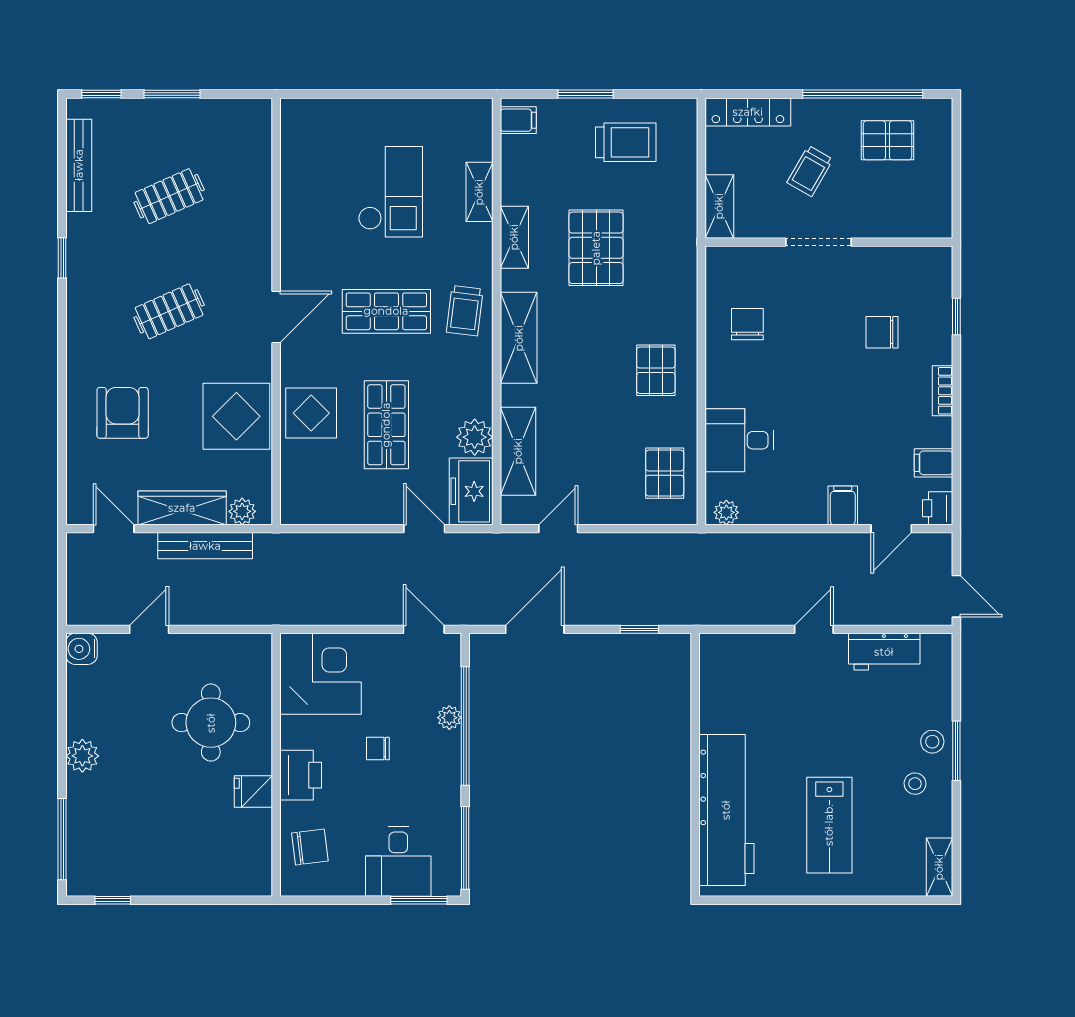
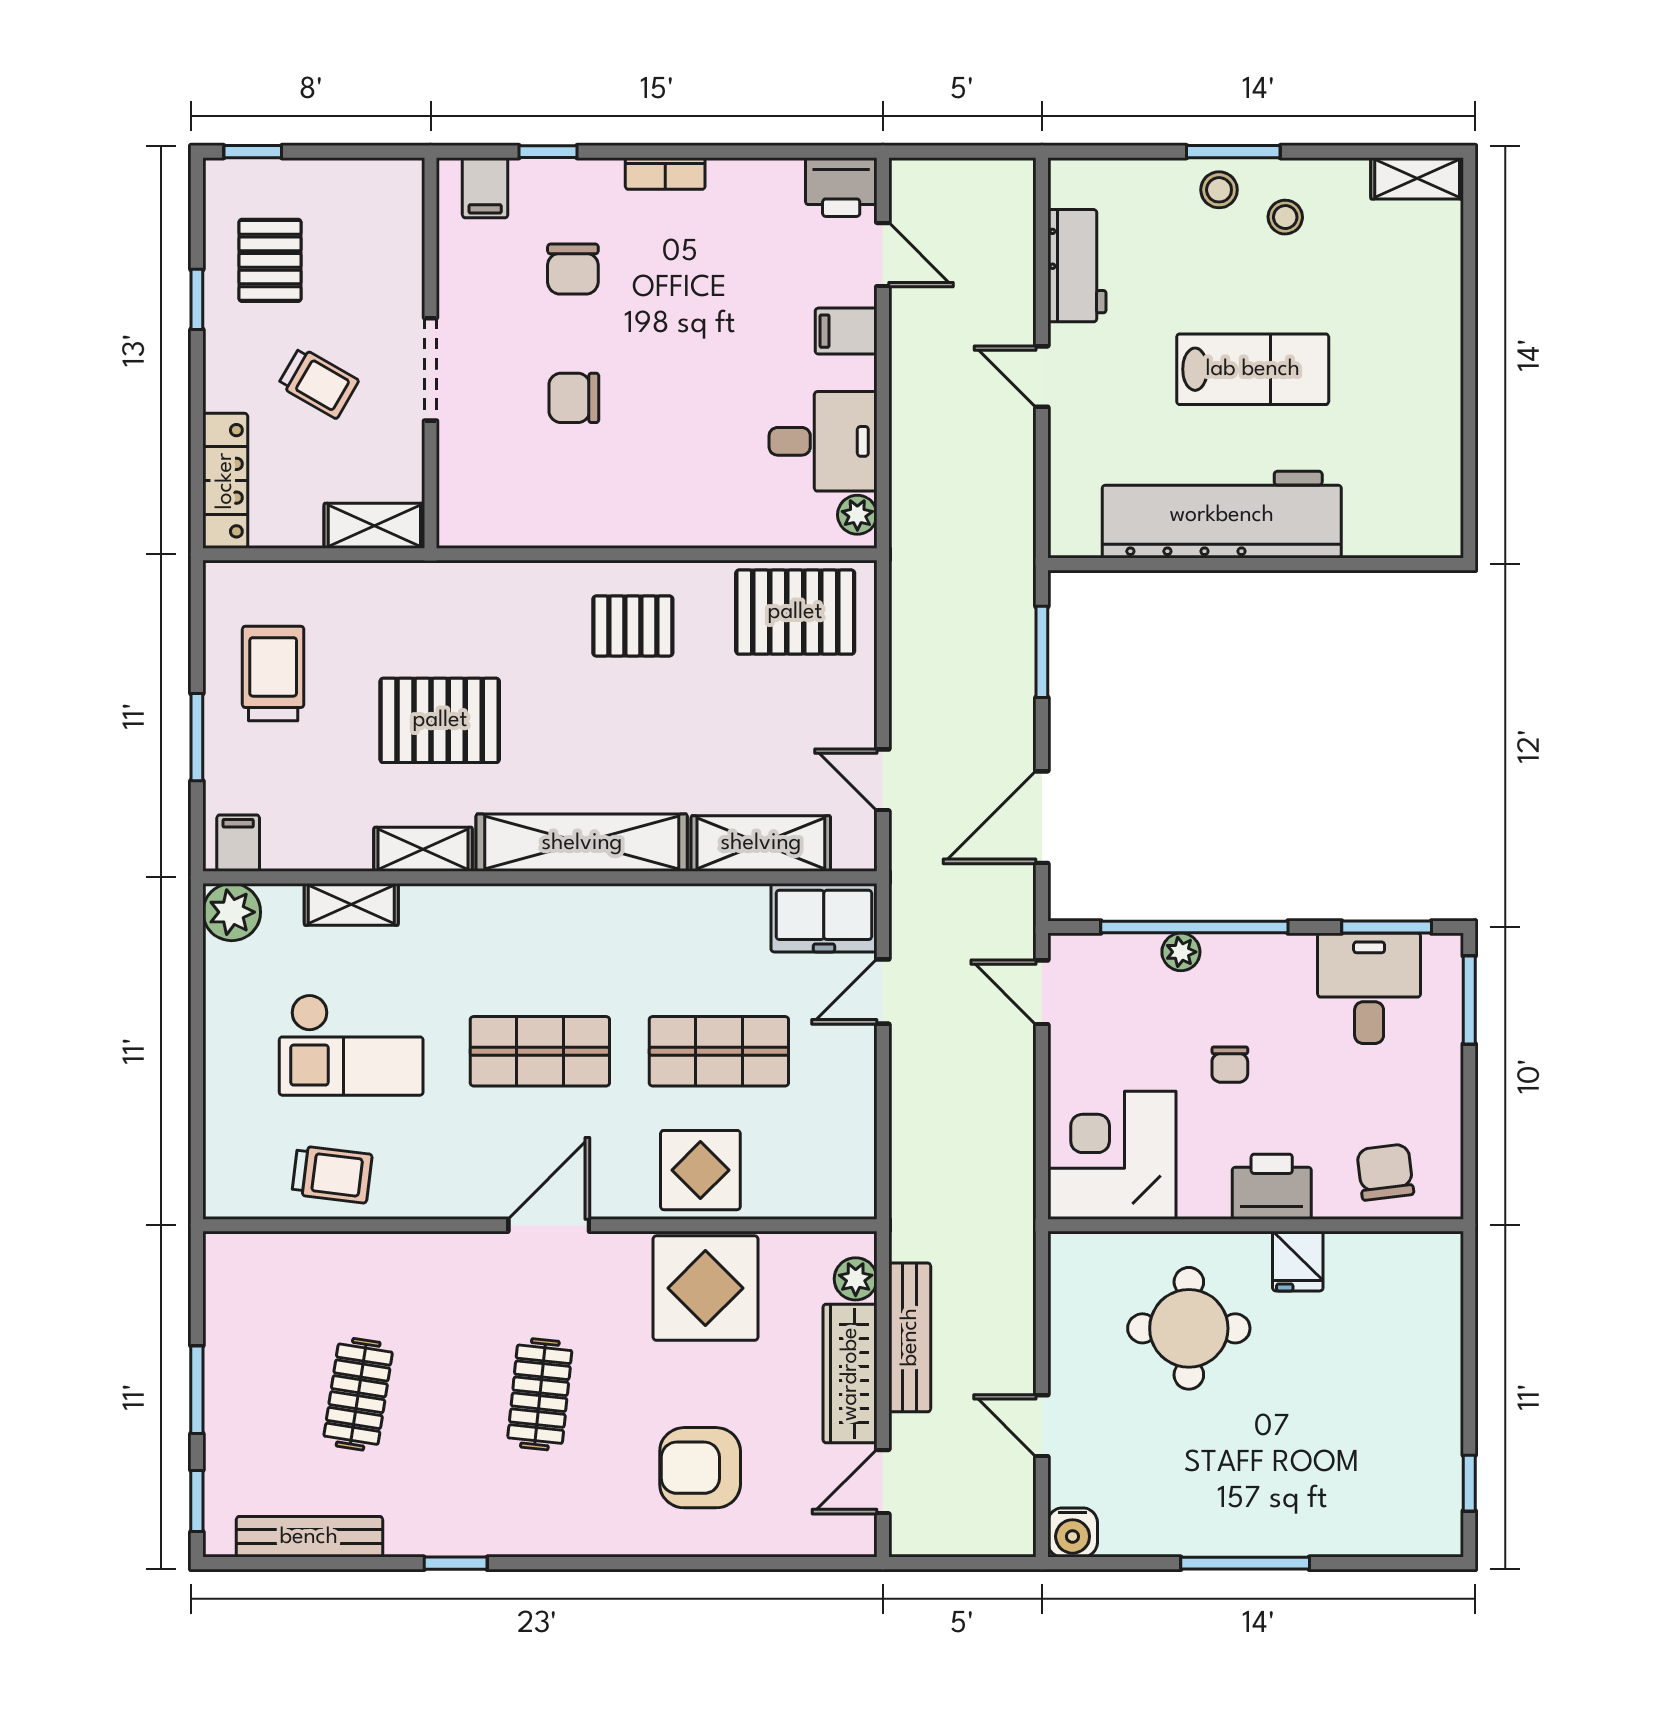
window: (863, 94) -> (197, 299), width x0.32
window: (956, 129) -> (253, 152), added
checkout: (390, 192) -> (351, 1045), turned 180
clothes rail: (169, 196) -> (358, 1394), turned 33
clothes rail: (169, 311) -> (540, 1394), turned 30
shop shelf: (386, 311) -> (540, 1051), turned 90
trolley: (465, 311) -> (332, 1174), moved
door: (276, 317) -> (549, 1225), hinge flipped
chair: (747, 324) -> (574, 398), moved
shelving: (519, 338) -> (582, 843), width x1.47
plant: (475, 437) -> (232, 912), moved
desk: (739, 440) -> (823, 441), moved, turned -90
filing cabinet: (934, 463) -> (485, 188), moved
pallet: (665, 473) -> (795, 612), width x1.50, depth x1.42
printer: (938, 508) -> (841, 187), width x1.36, depth x1.24
door: (956, 596) -> (989, 152), removed
door: (424, 629) -> (1042, 992), hinge flipped
door: (535, 629) -> (1042, 817), hinge flipped
window: (639, 629) -> (1042, 652), width x1.50
plant: (82, 756) -> (1241, 1531), removed
workbench: (726, 810) -> (1222, 515), moved
lab bench: (829, 825) -> (1253, 369), moved
window: (62, 839) -> (1245, 1563), moved
window: (465, 848) -> (1387, 927), width x0.69
desk: (398, 861) -> (1369, 988), moved, turned -90

